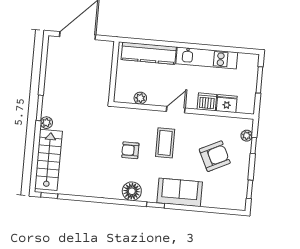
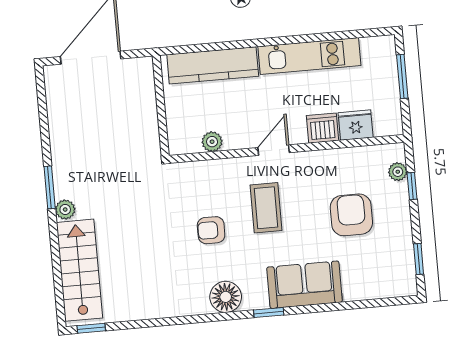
armchair: (215, 156) -> (351, 215), turned -64

